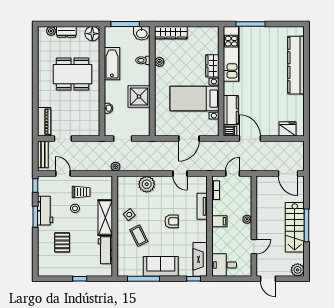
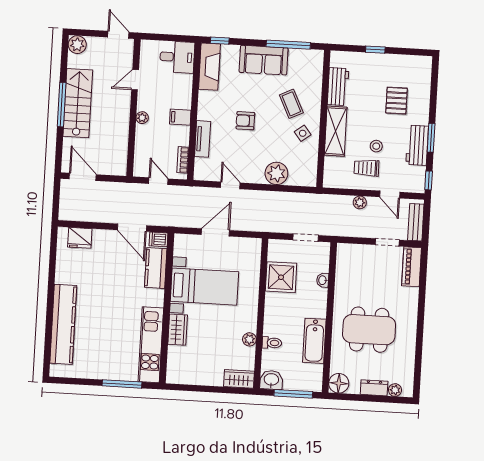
wardrobe: (171, 33) -> (239, 379), width x0.67
shower: (139, 96) -> (281, 277), moved
plant: (115, 166) -> (360, 202), moved
door: (233, 174) -> (158, 181), swing flipped

